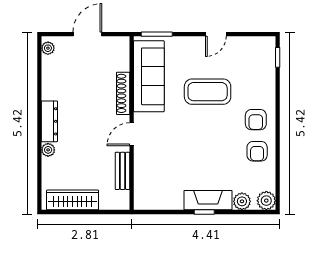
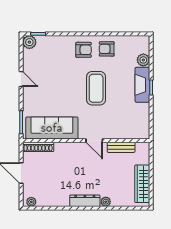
coffee table: (208, 92) -> (96, 88), moved
shoe rack: (123, 93) -> (38, 147), moved
armchair: (257, 151) -> (107, 49), turned 180
plant: (266, 201) -> (29, 42), moved

